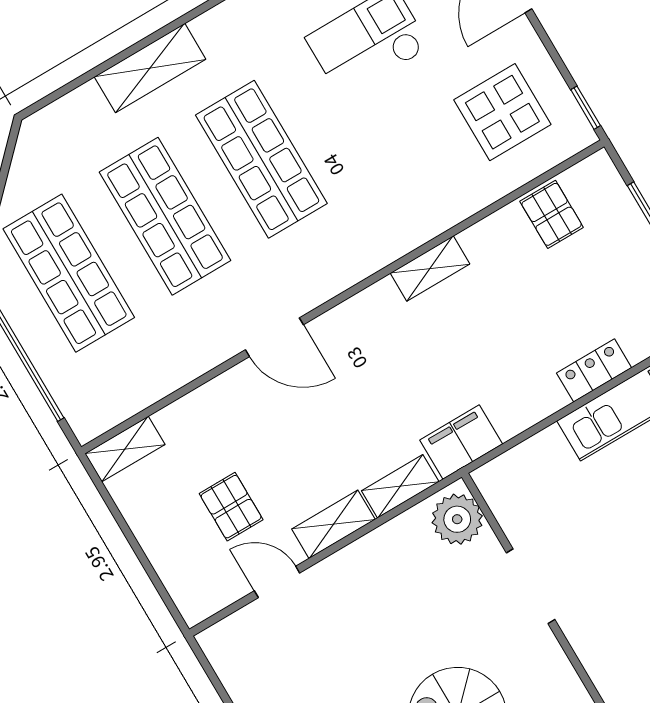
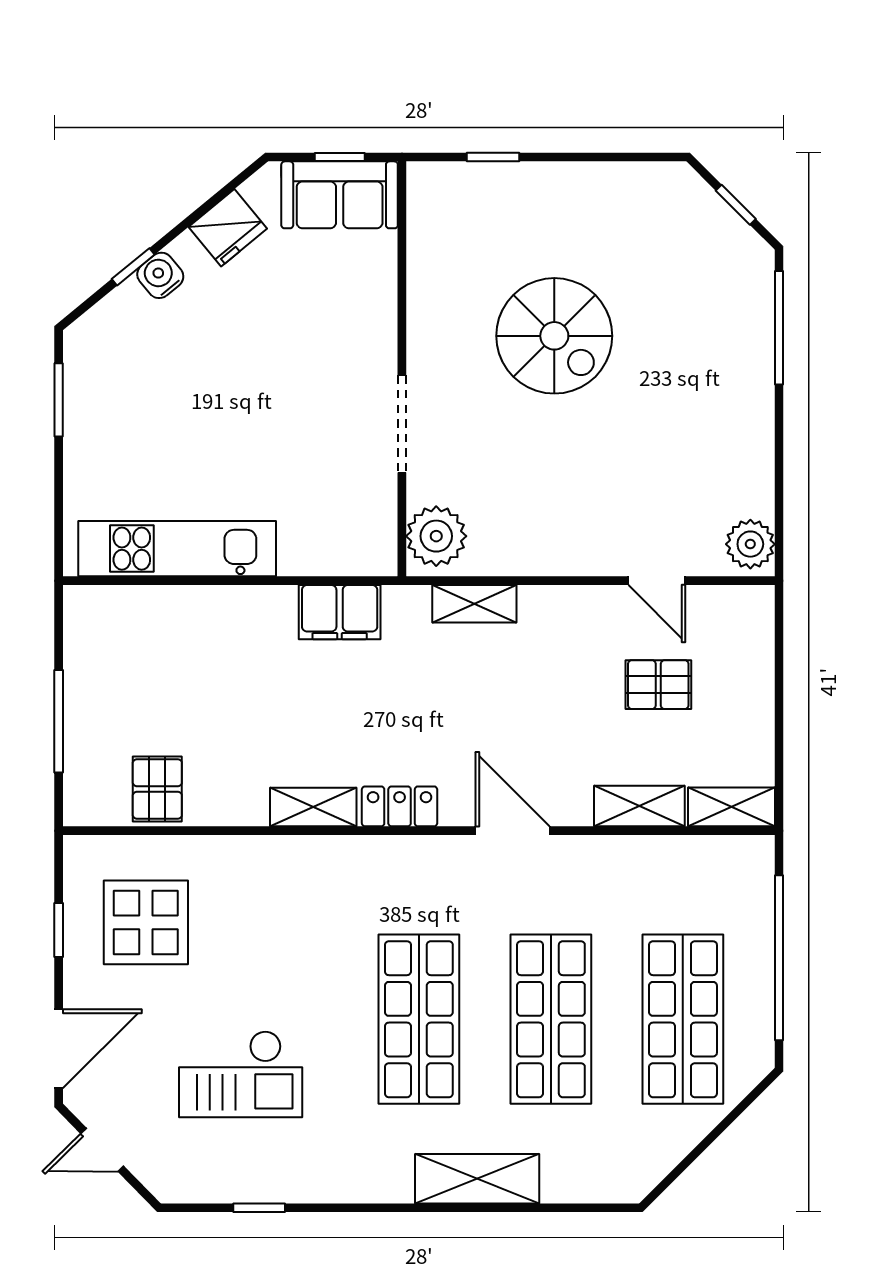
window: (586, 108) -> (59, 930), moved
locker: (594, 370) -> (400, 806), moved, turned 180
filing cabinet: (461, 442) -> (340, 612), moved
pallet: (231, 507) -> (658, 685), turned 90
shelving: (333, 524) -> (639, 806), moved
plant: (225, 649) -> (750, 544), added

